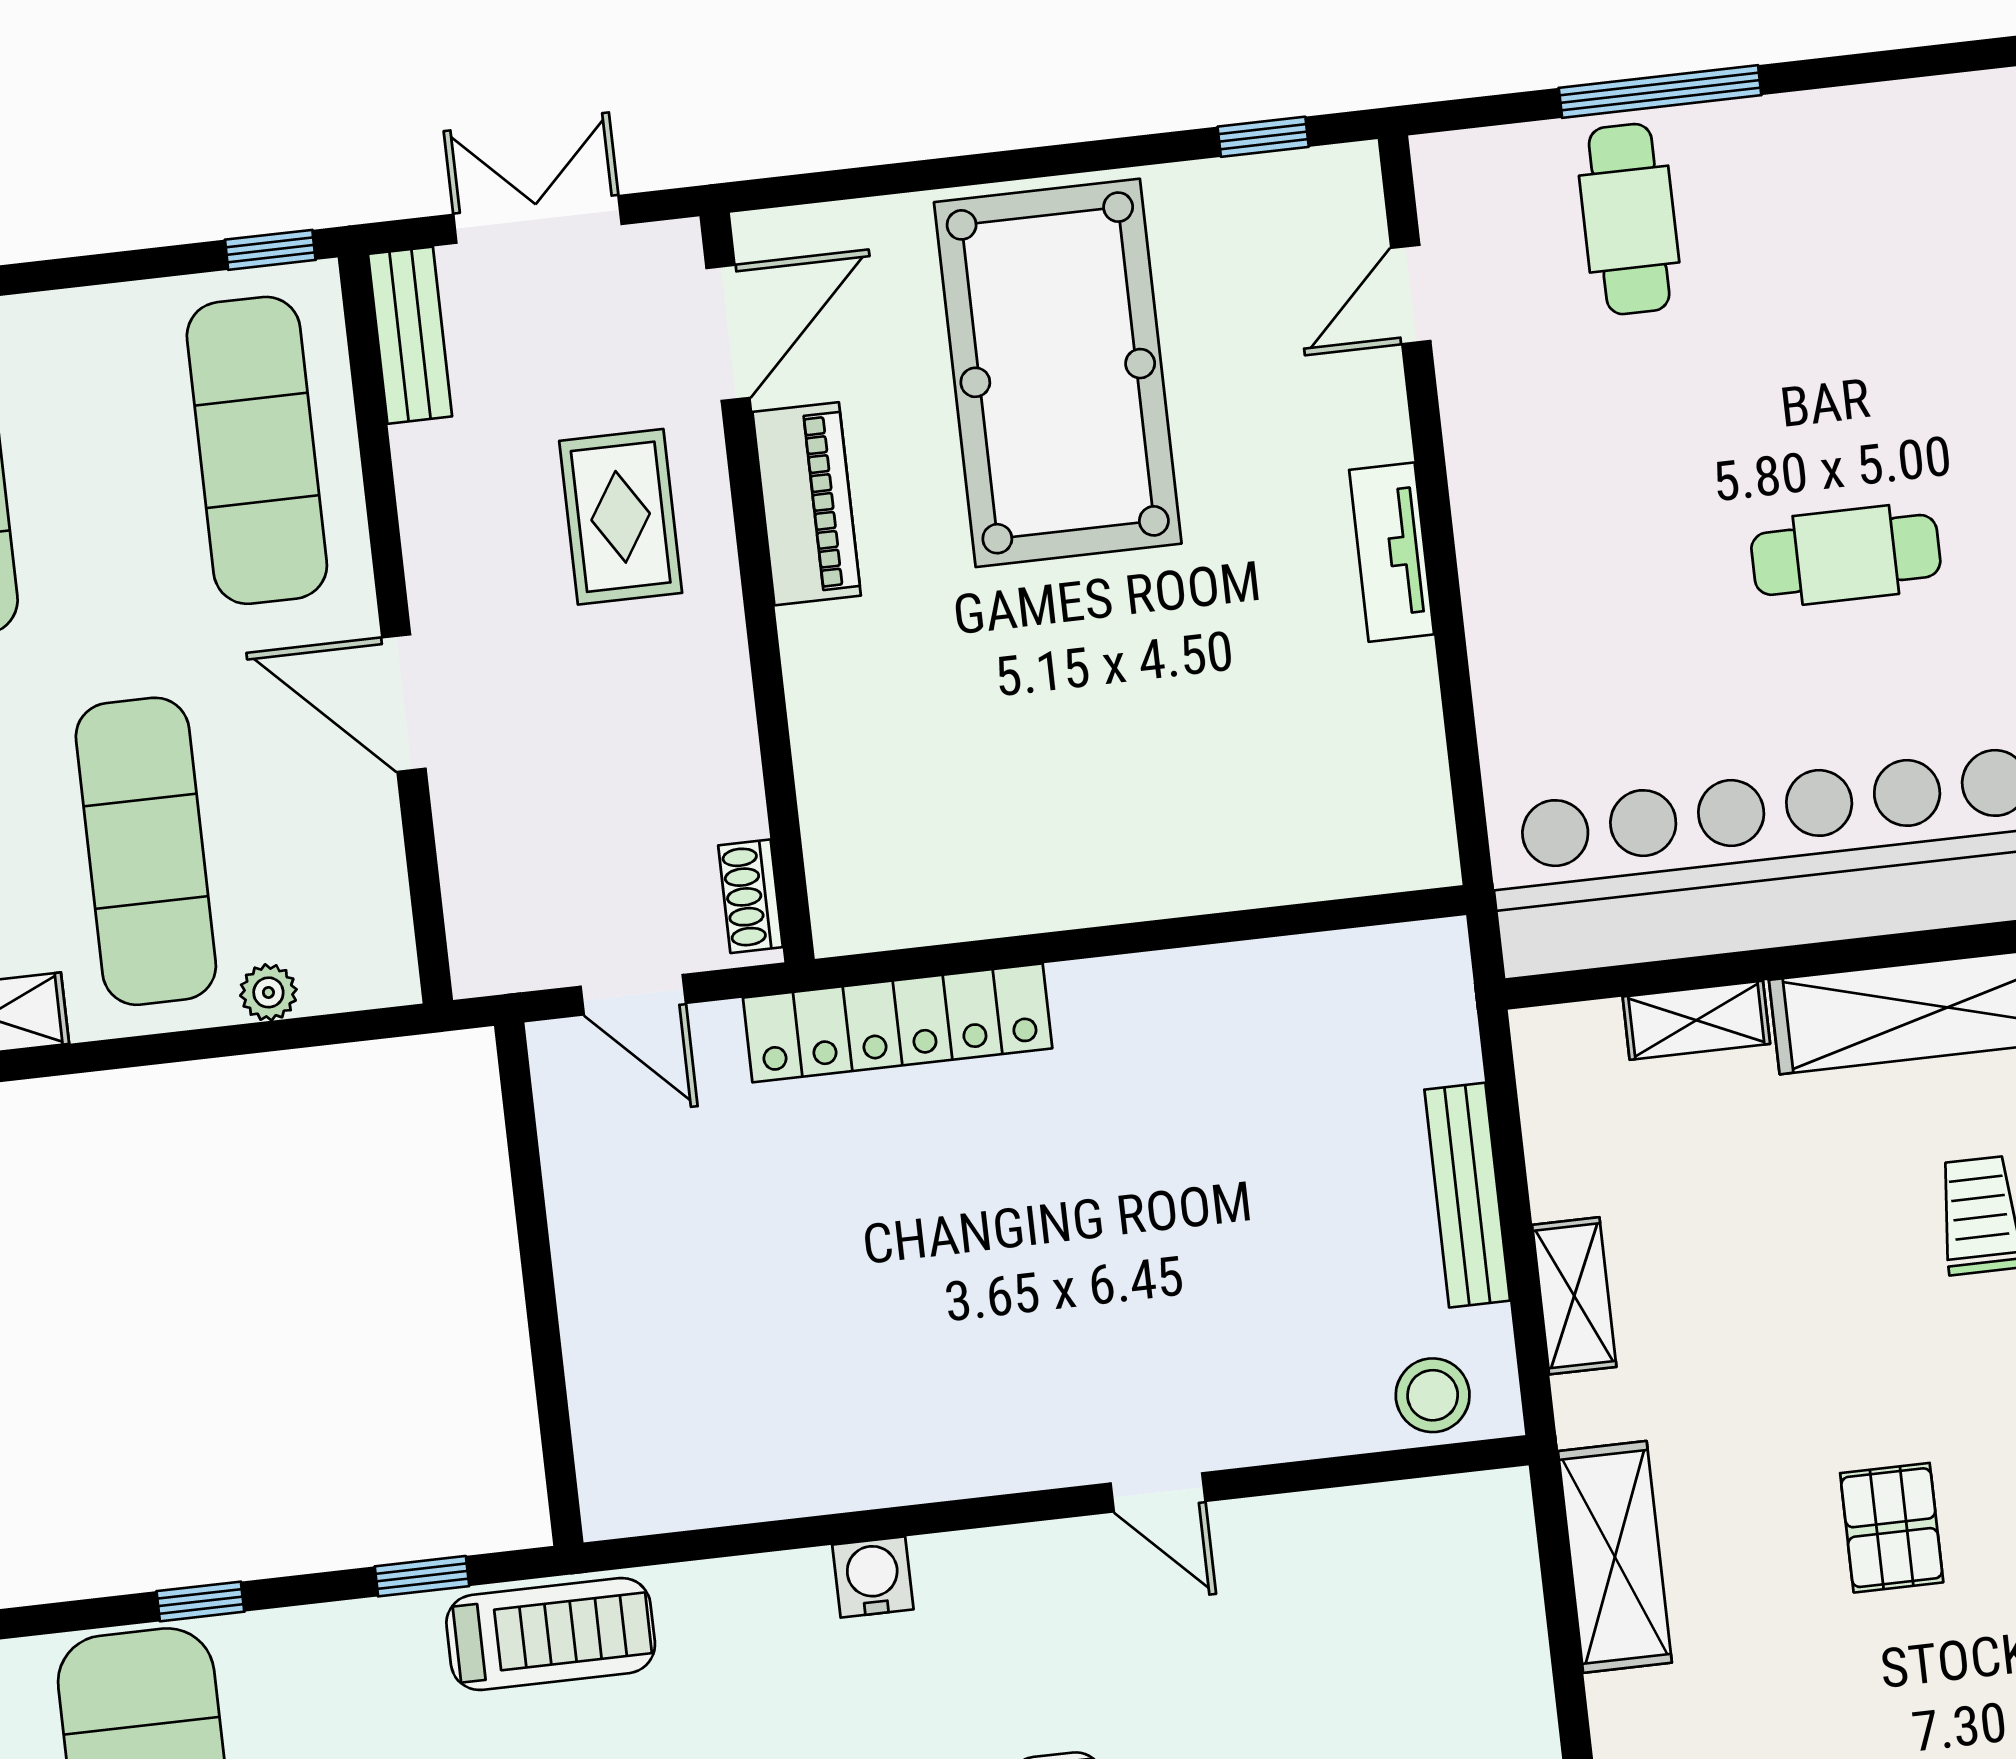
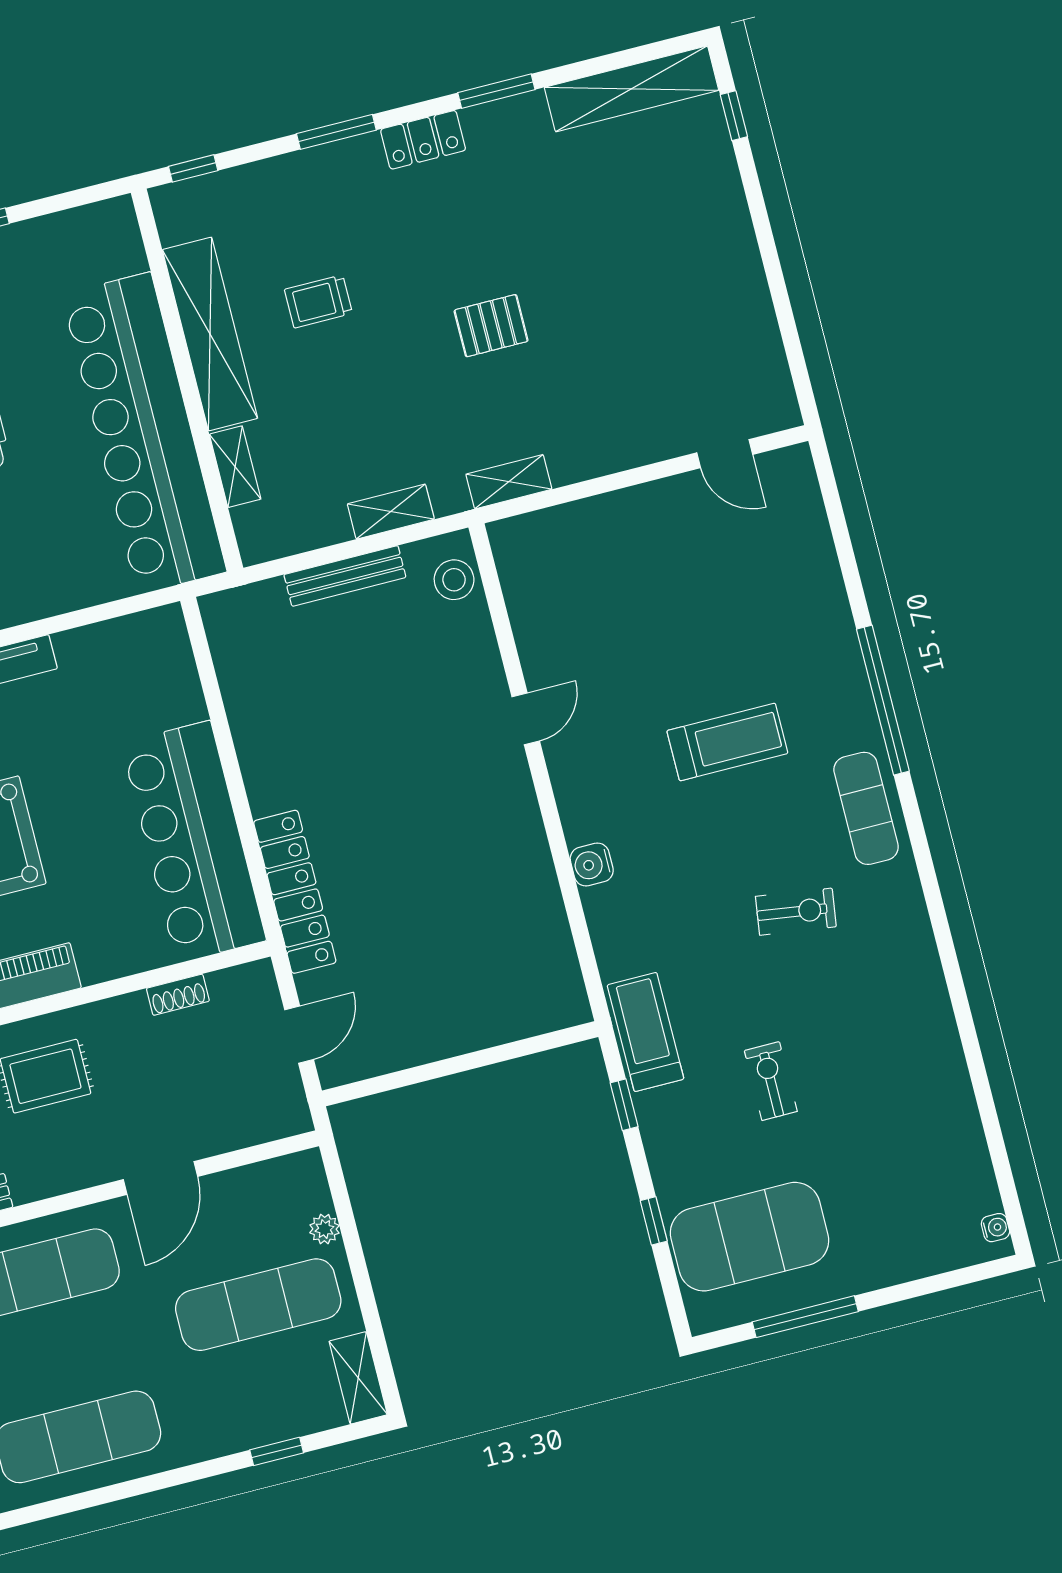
bar counter: (1015, 849) -> (194, 842), added
shoe rack: (751, 896) -> (178, 995), moved
shelving: (1615, 1557) -> (509, 482), width x0.67, depth x0.75

